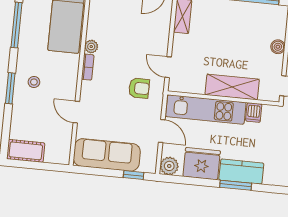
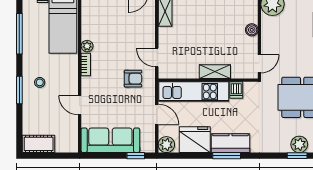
shelving: (232, 87) -> (215, 72), width x0.67, depth x0.75

